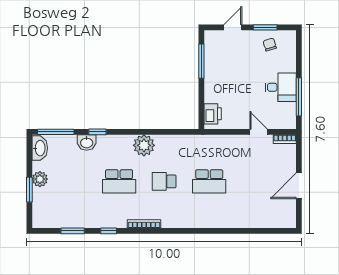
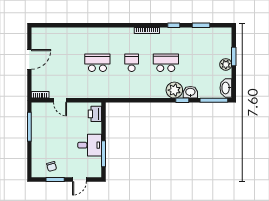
desk: (281, 87) -> (90, 145), moved, turned 180
plant: (144, 145) -> (174, 90), moved
school desk: (164, 181) -> (132, 63), turned -90

